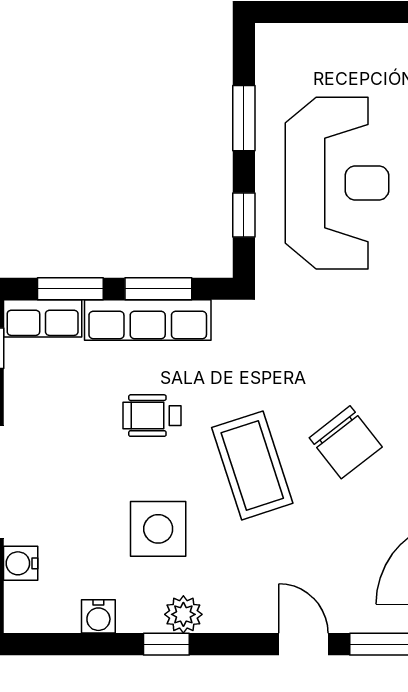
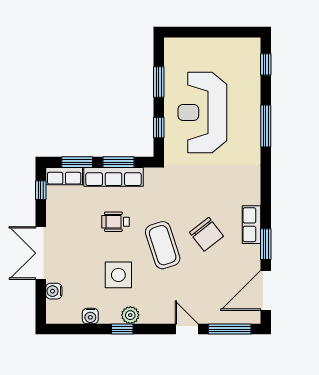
reception desk: (337, 183) -> (202, 112), turned 180

